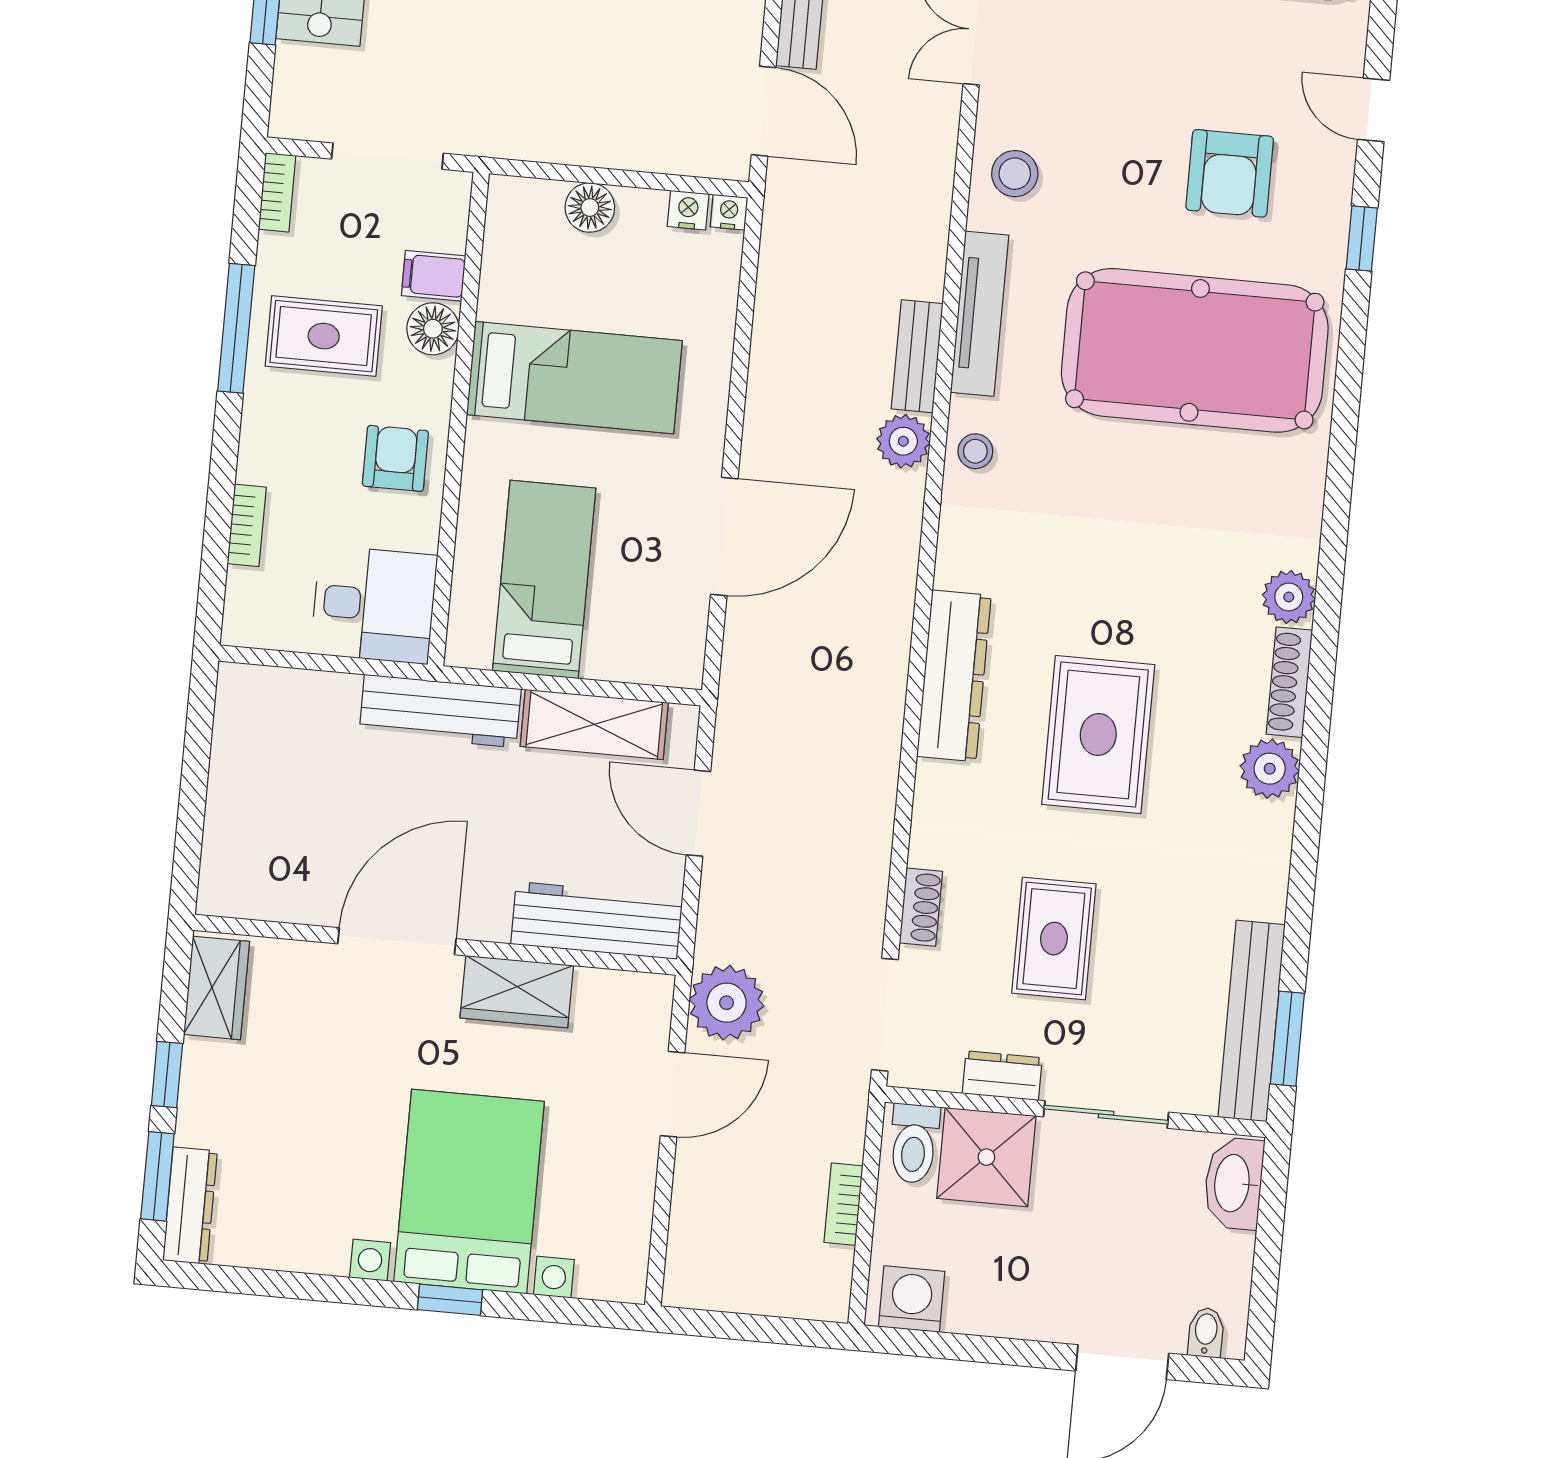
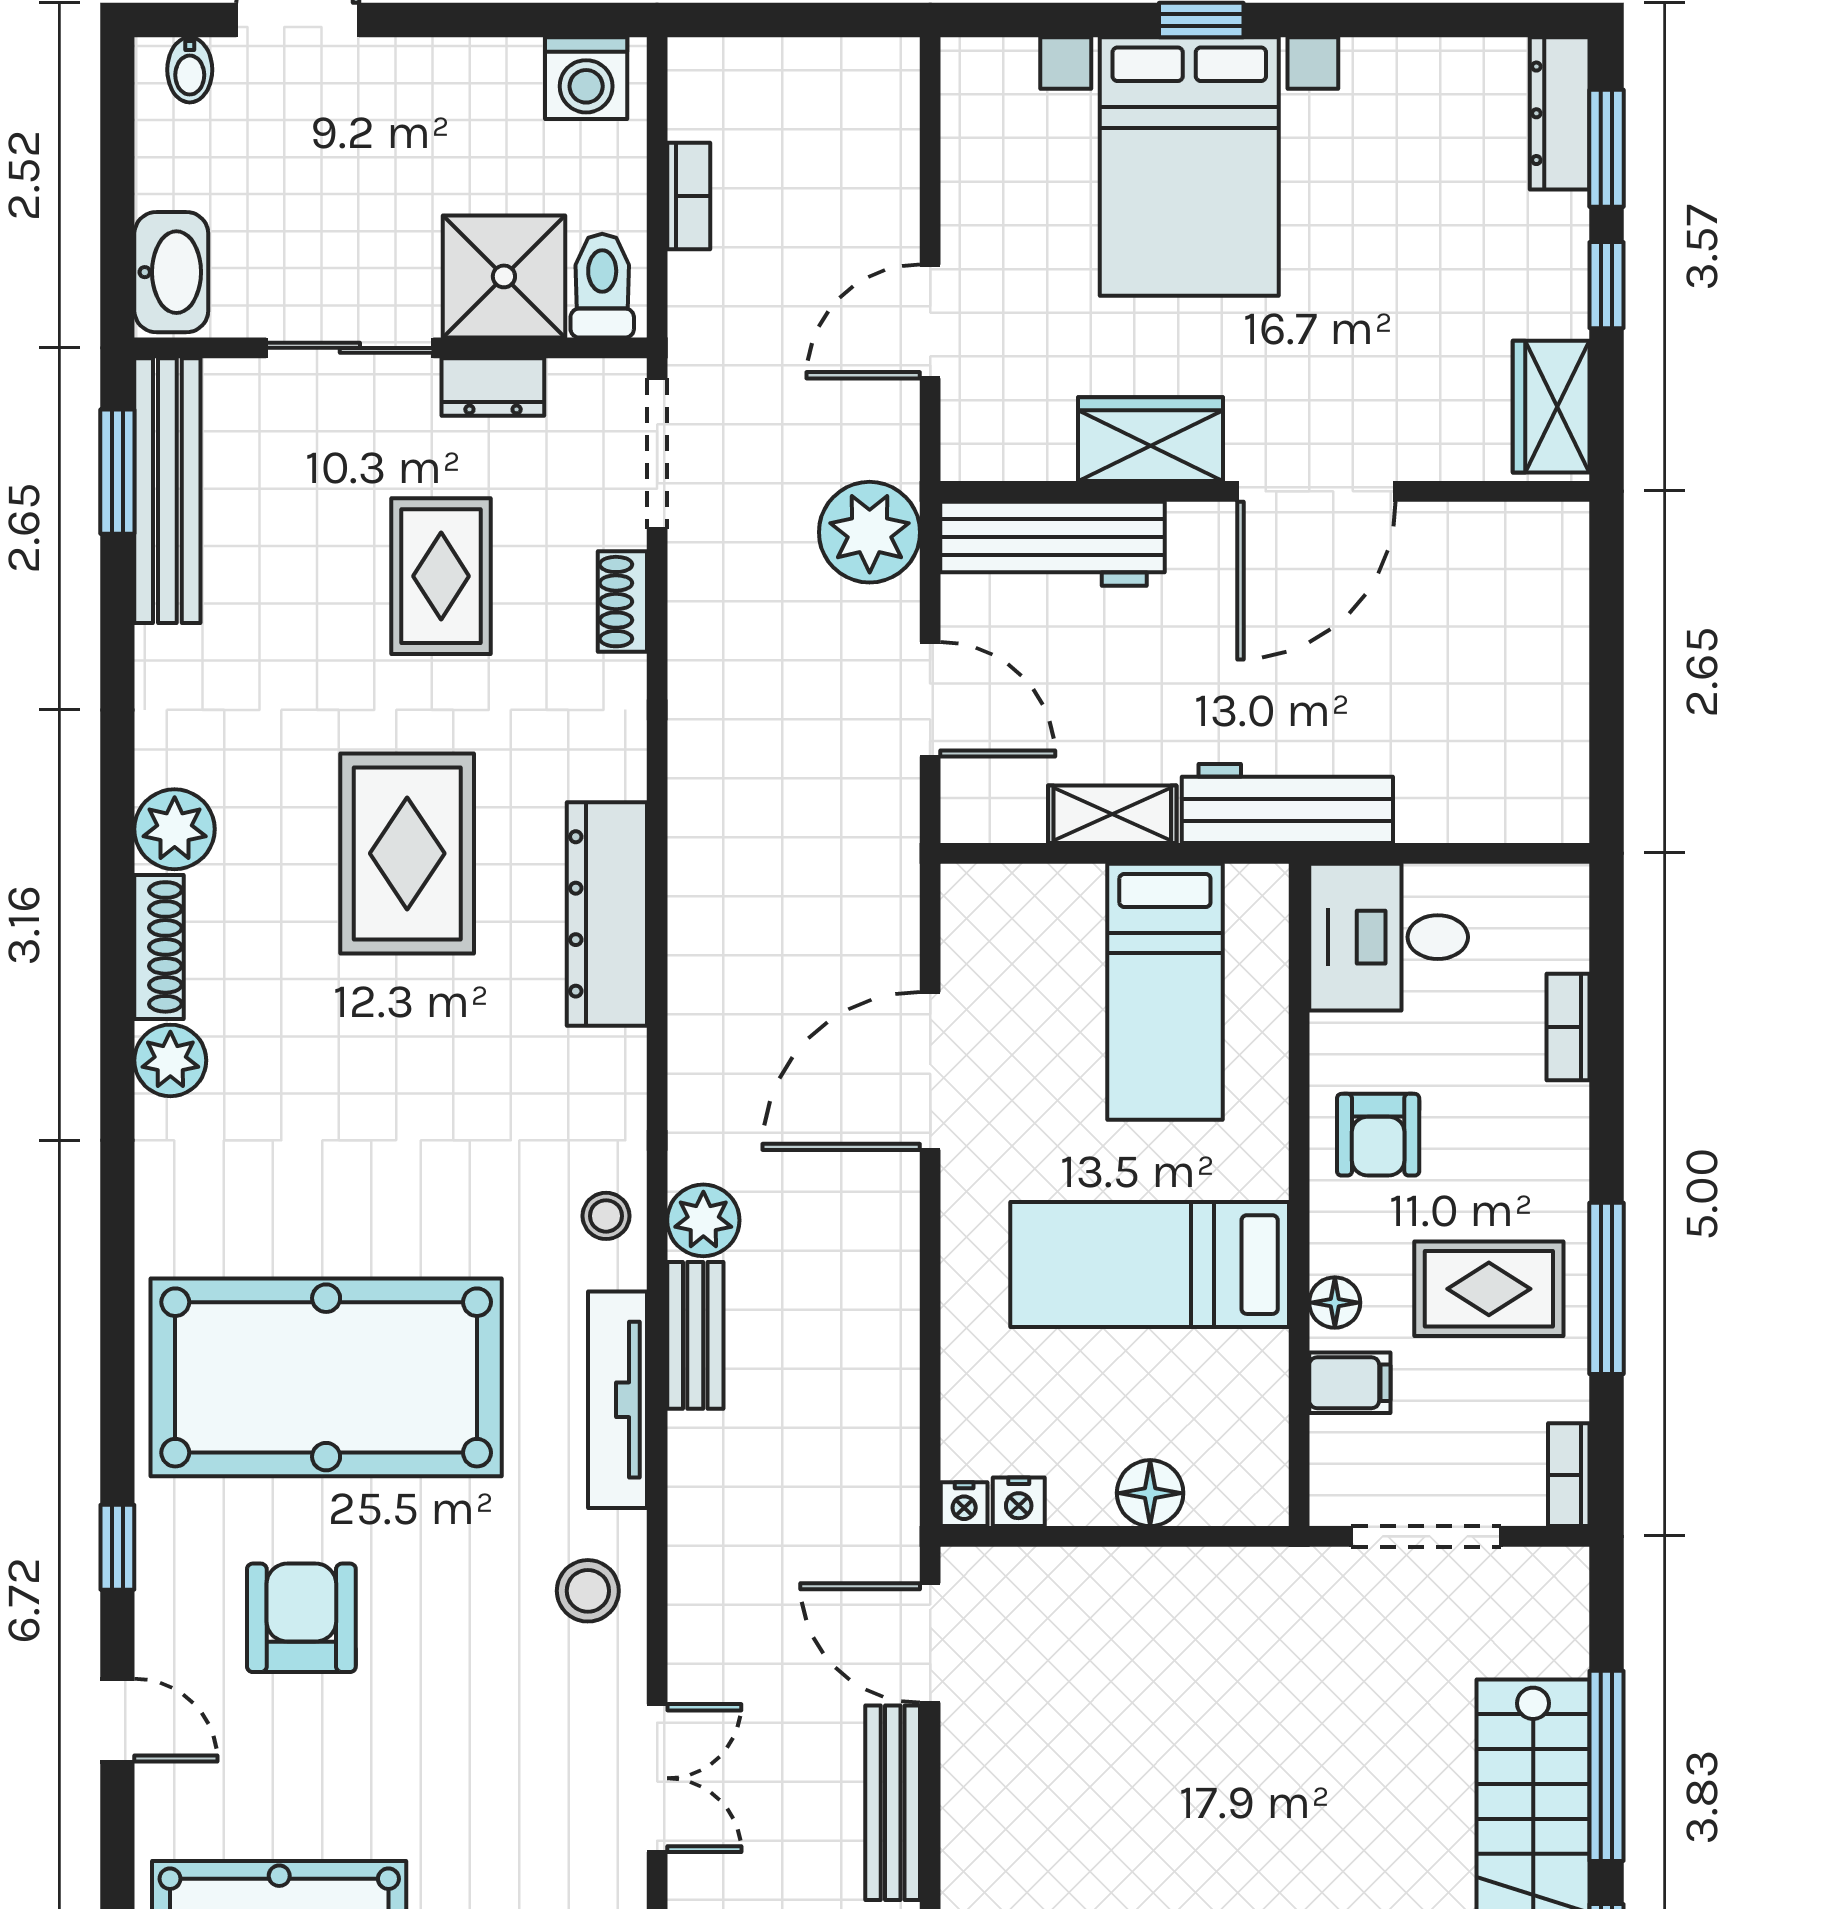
floor lamp: (433, 329) -> (1335, 1303), width x0.73, depth x0.73
shelving: (594, 724) -> (1112, 814), width x0.67, depth x0.75
plant: (727, 1003) -> (870, 532), moved

